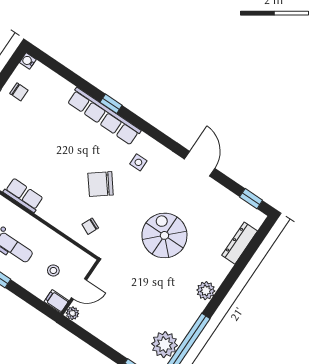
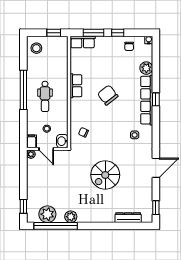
plant: (62, 89) -> (146, 68), added
chair: (101, 184) -> (108, 95), moved
spiral stairs: (164, 235) -> (105, 175), turned 180
washbasin: (83, 261) -> (62, 141), added
plant: (206, 291) -> (71, 217), moved

